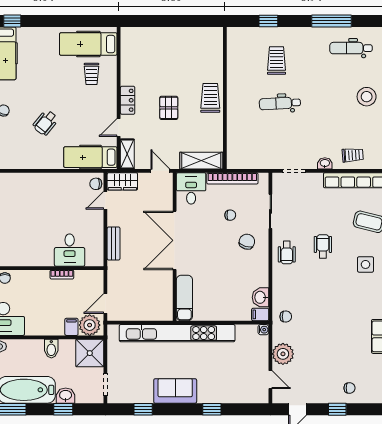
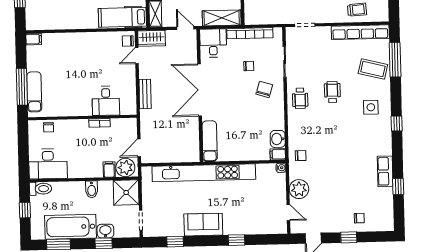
washbasin: (325, 163) -> (332, 18), removed

